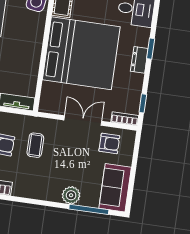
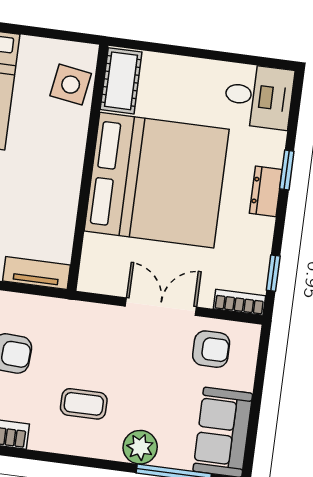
coffee table: (35, 145) -> (84, 404), moved, turned 90

